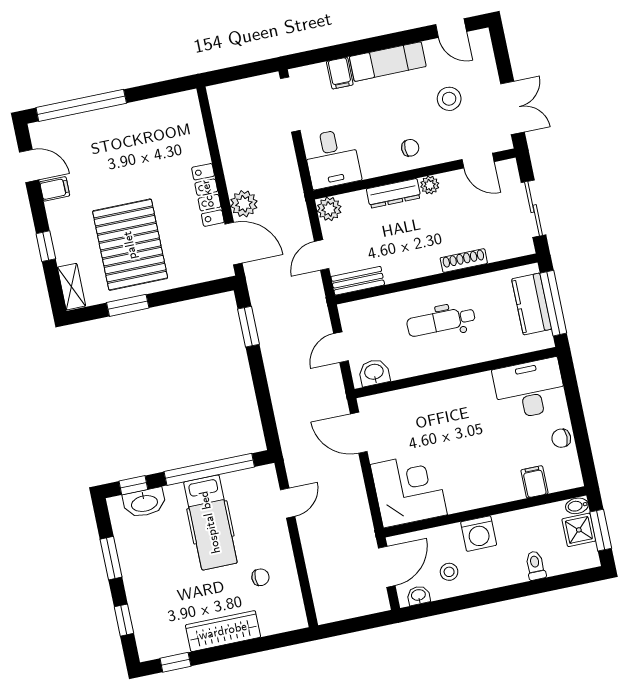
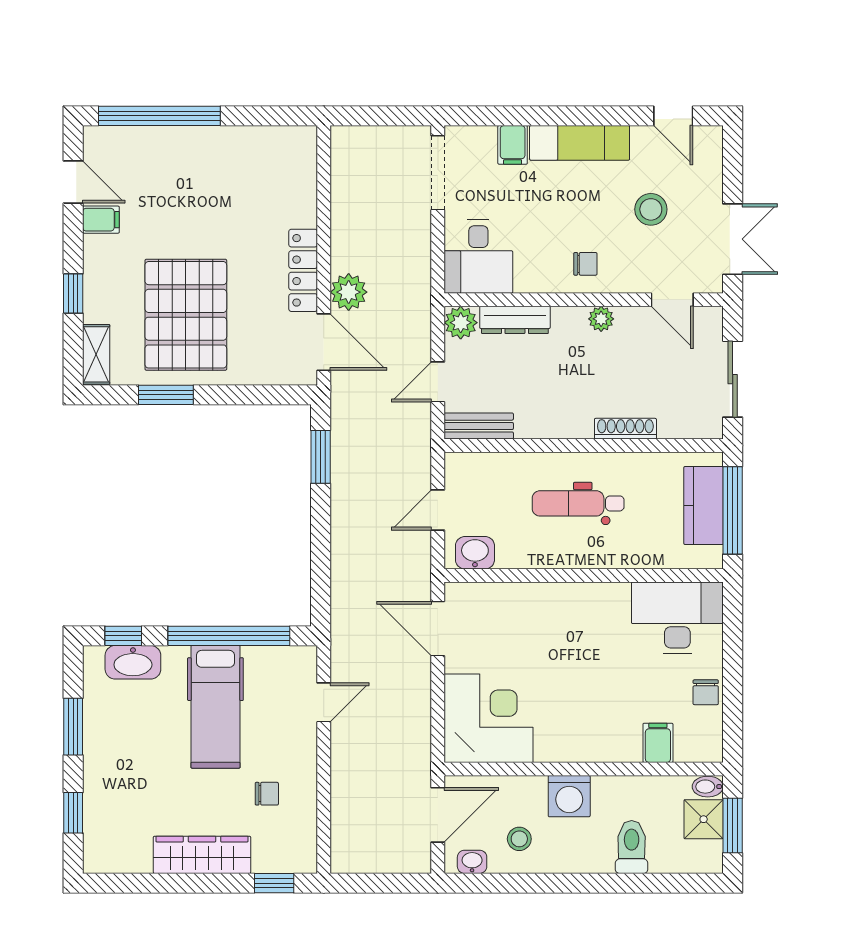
dresser: (394, 193) -> (515, 320), moved
chair: (561, 438) -> (706, 692), turned -90
toilet: (535, 565) -> (632, 847), width x1.37, depth x1.39
window: (175, 662) -> (274, 883), moved

